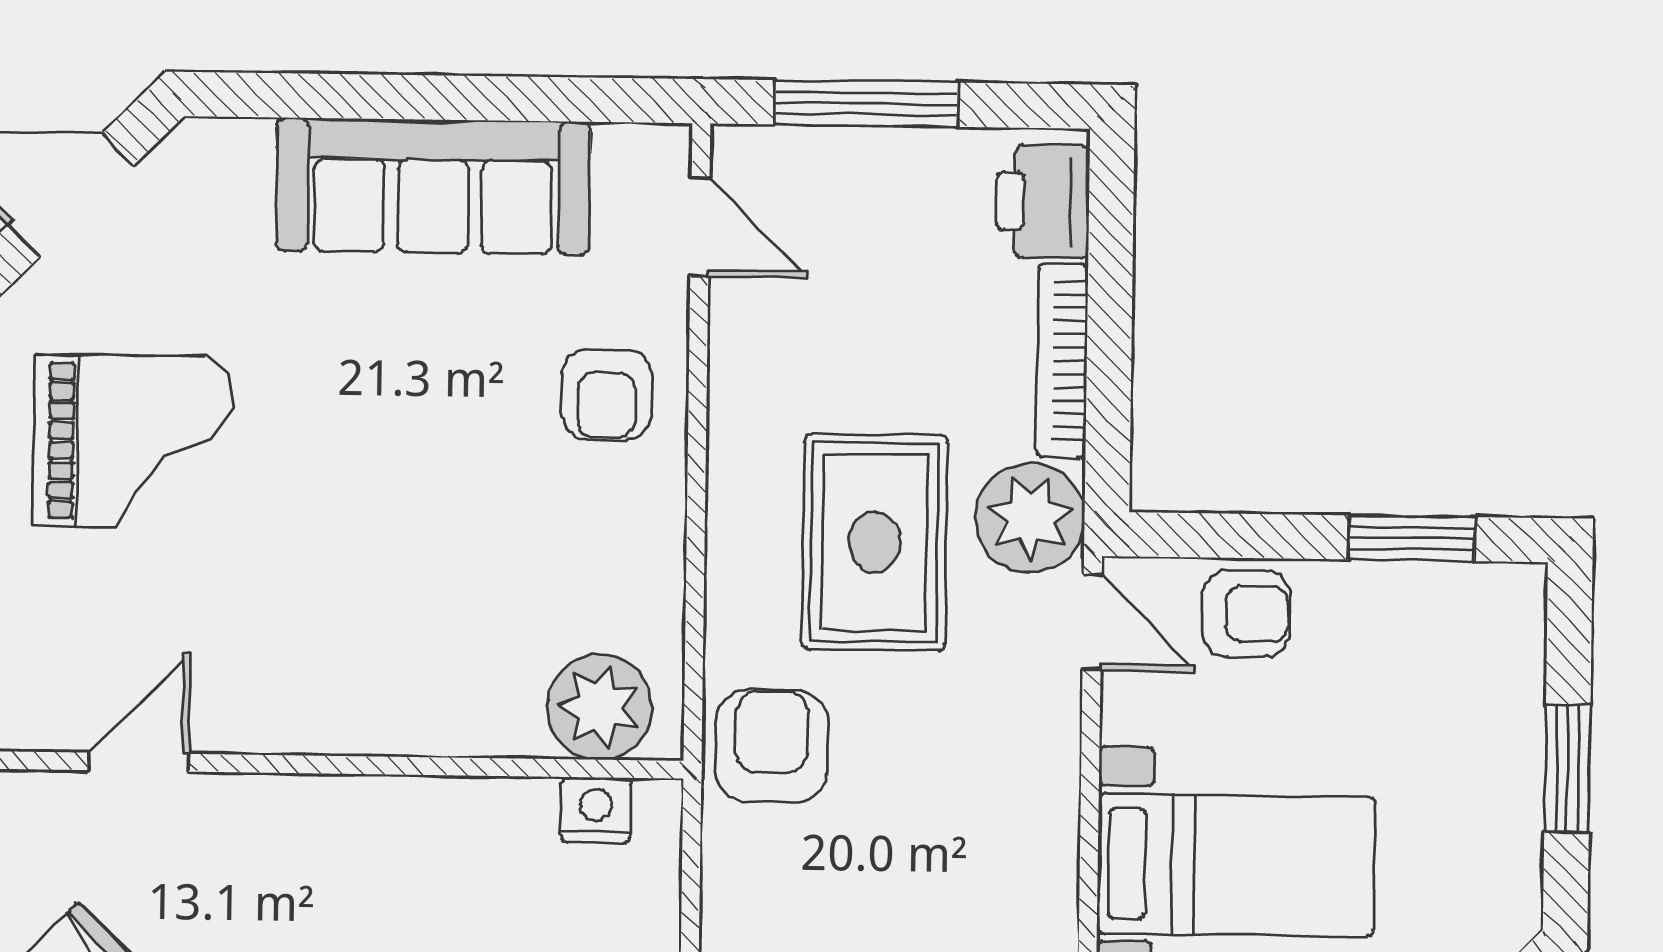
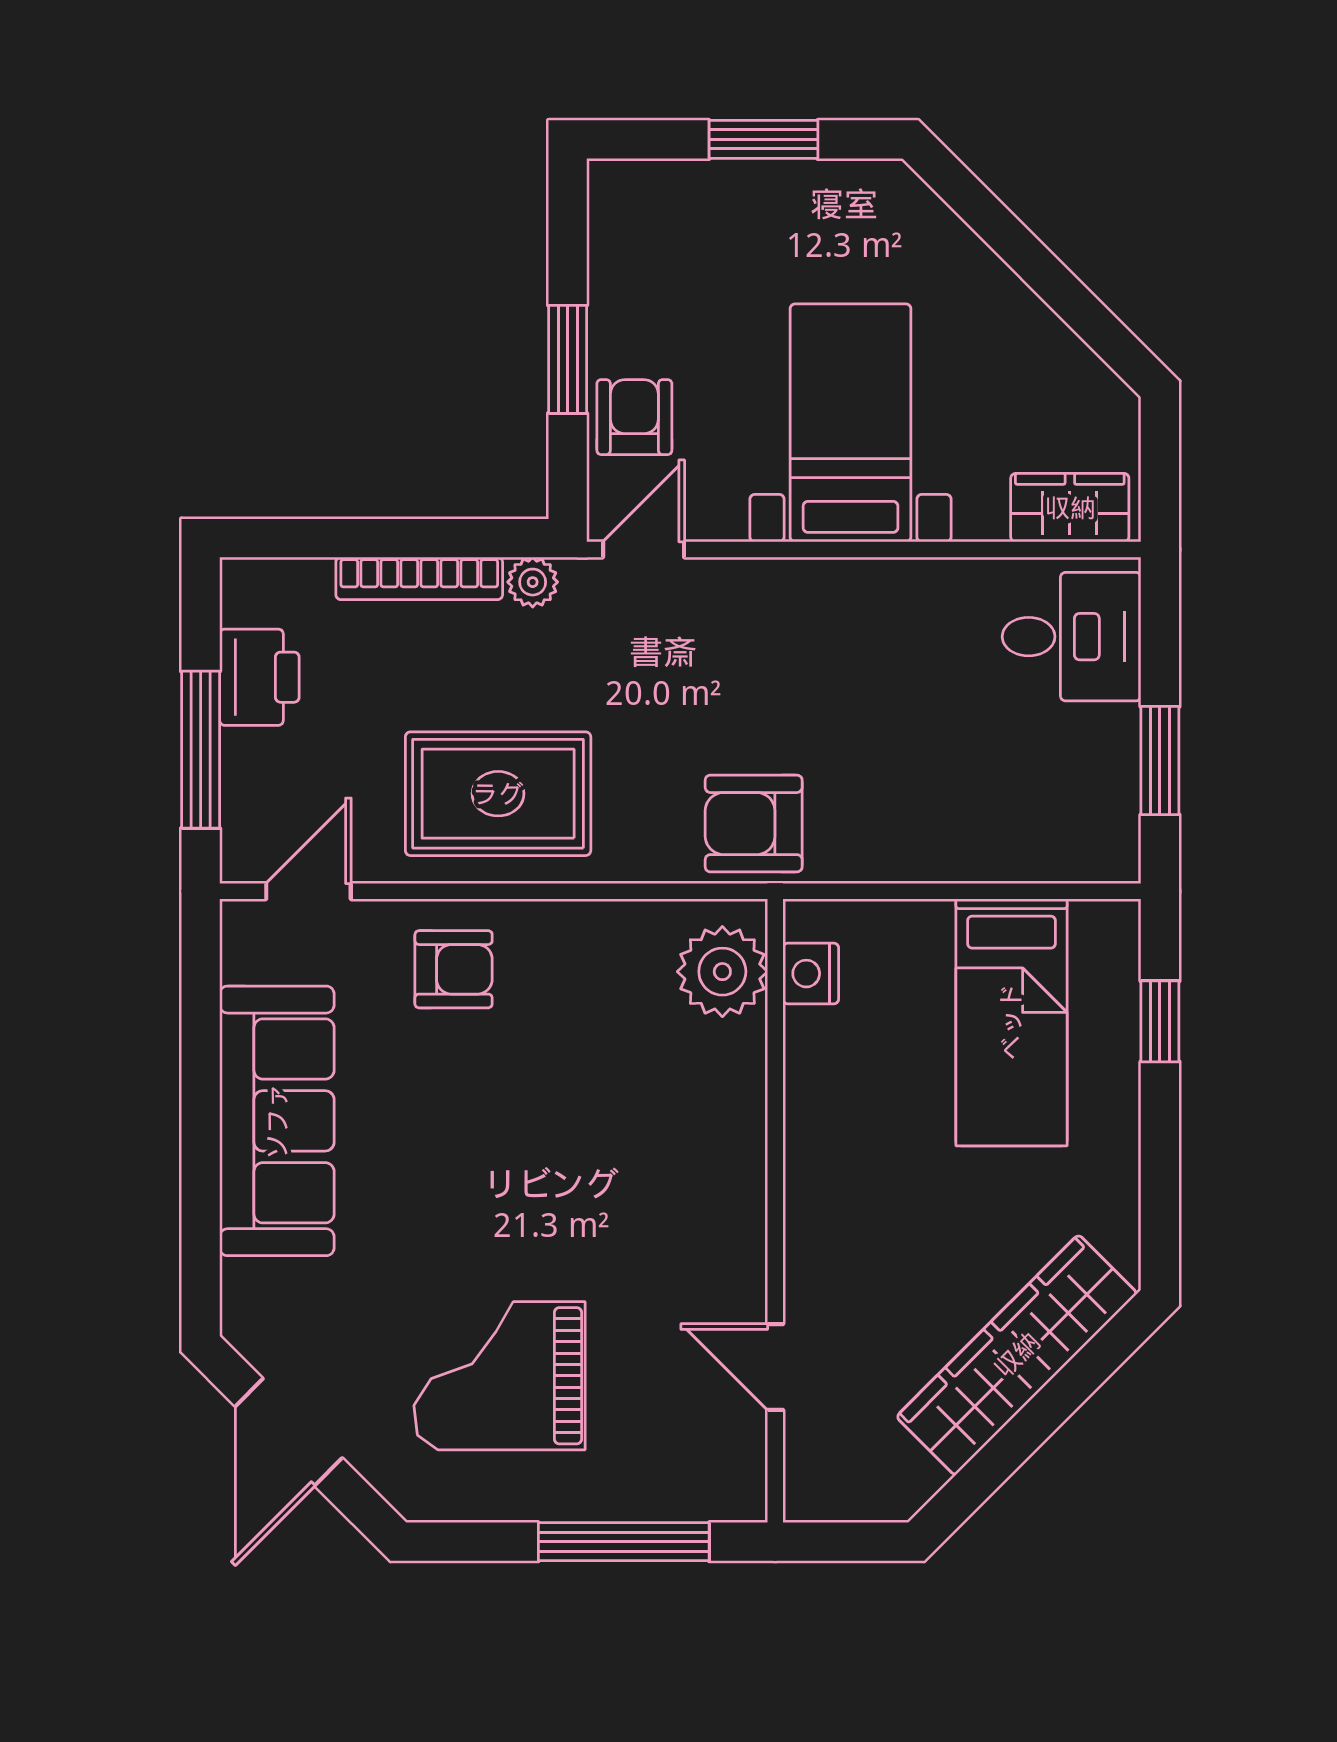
printer: (1043, 202) -> (259, 677), moved, turned -90
grand piano: (133, 441) -> (500, 1376), turned -90
plant: (1030, 518) -> (533, 582), width x0.53, depth x0.53
window: (1412, 538) -> (568, 359), moved
rug: (875, 542) -> (498, 794), moved

